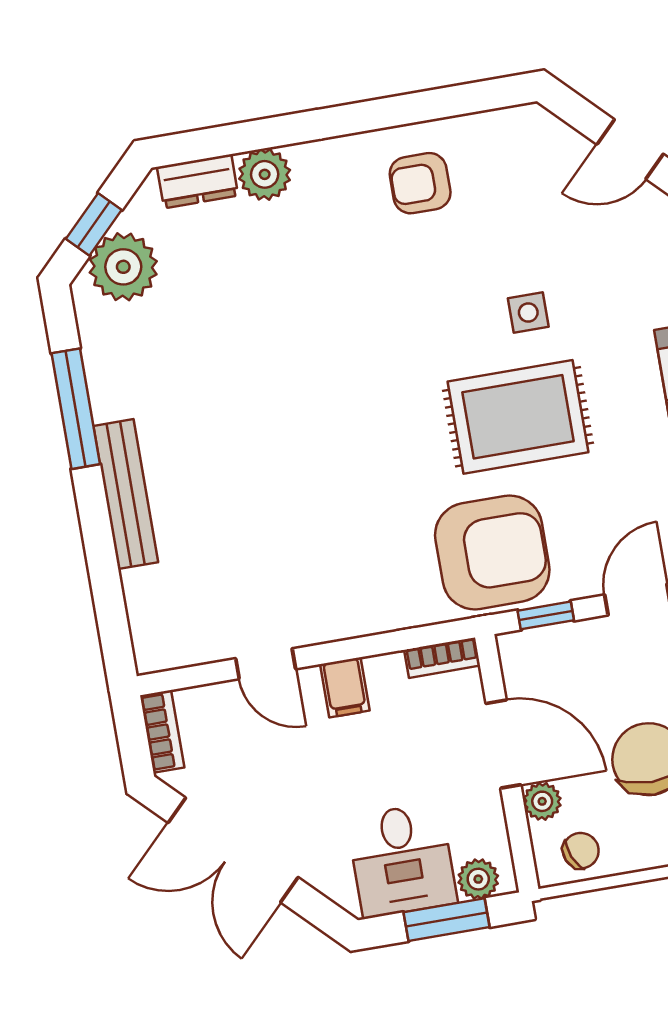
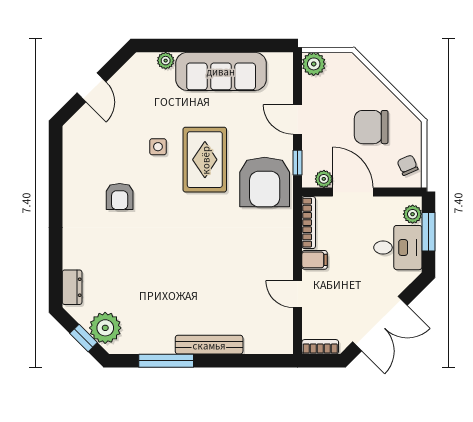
plant: (265, 174) -> (74, 256), removed
armchair: (420, 183) -> (120, 196), moved
armchair: (492, 552) -> (265, 182), turned 180
bookcase: (442, 658) -> (309, 223), width x1.56
door: (266, 664) -> (298, 294), swing flipped
door: (503, 744) -> (353, 192), hinge flipped
plant: (542, 801) -> (324, 179), moved

